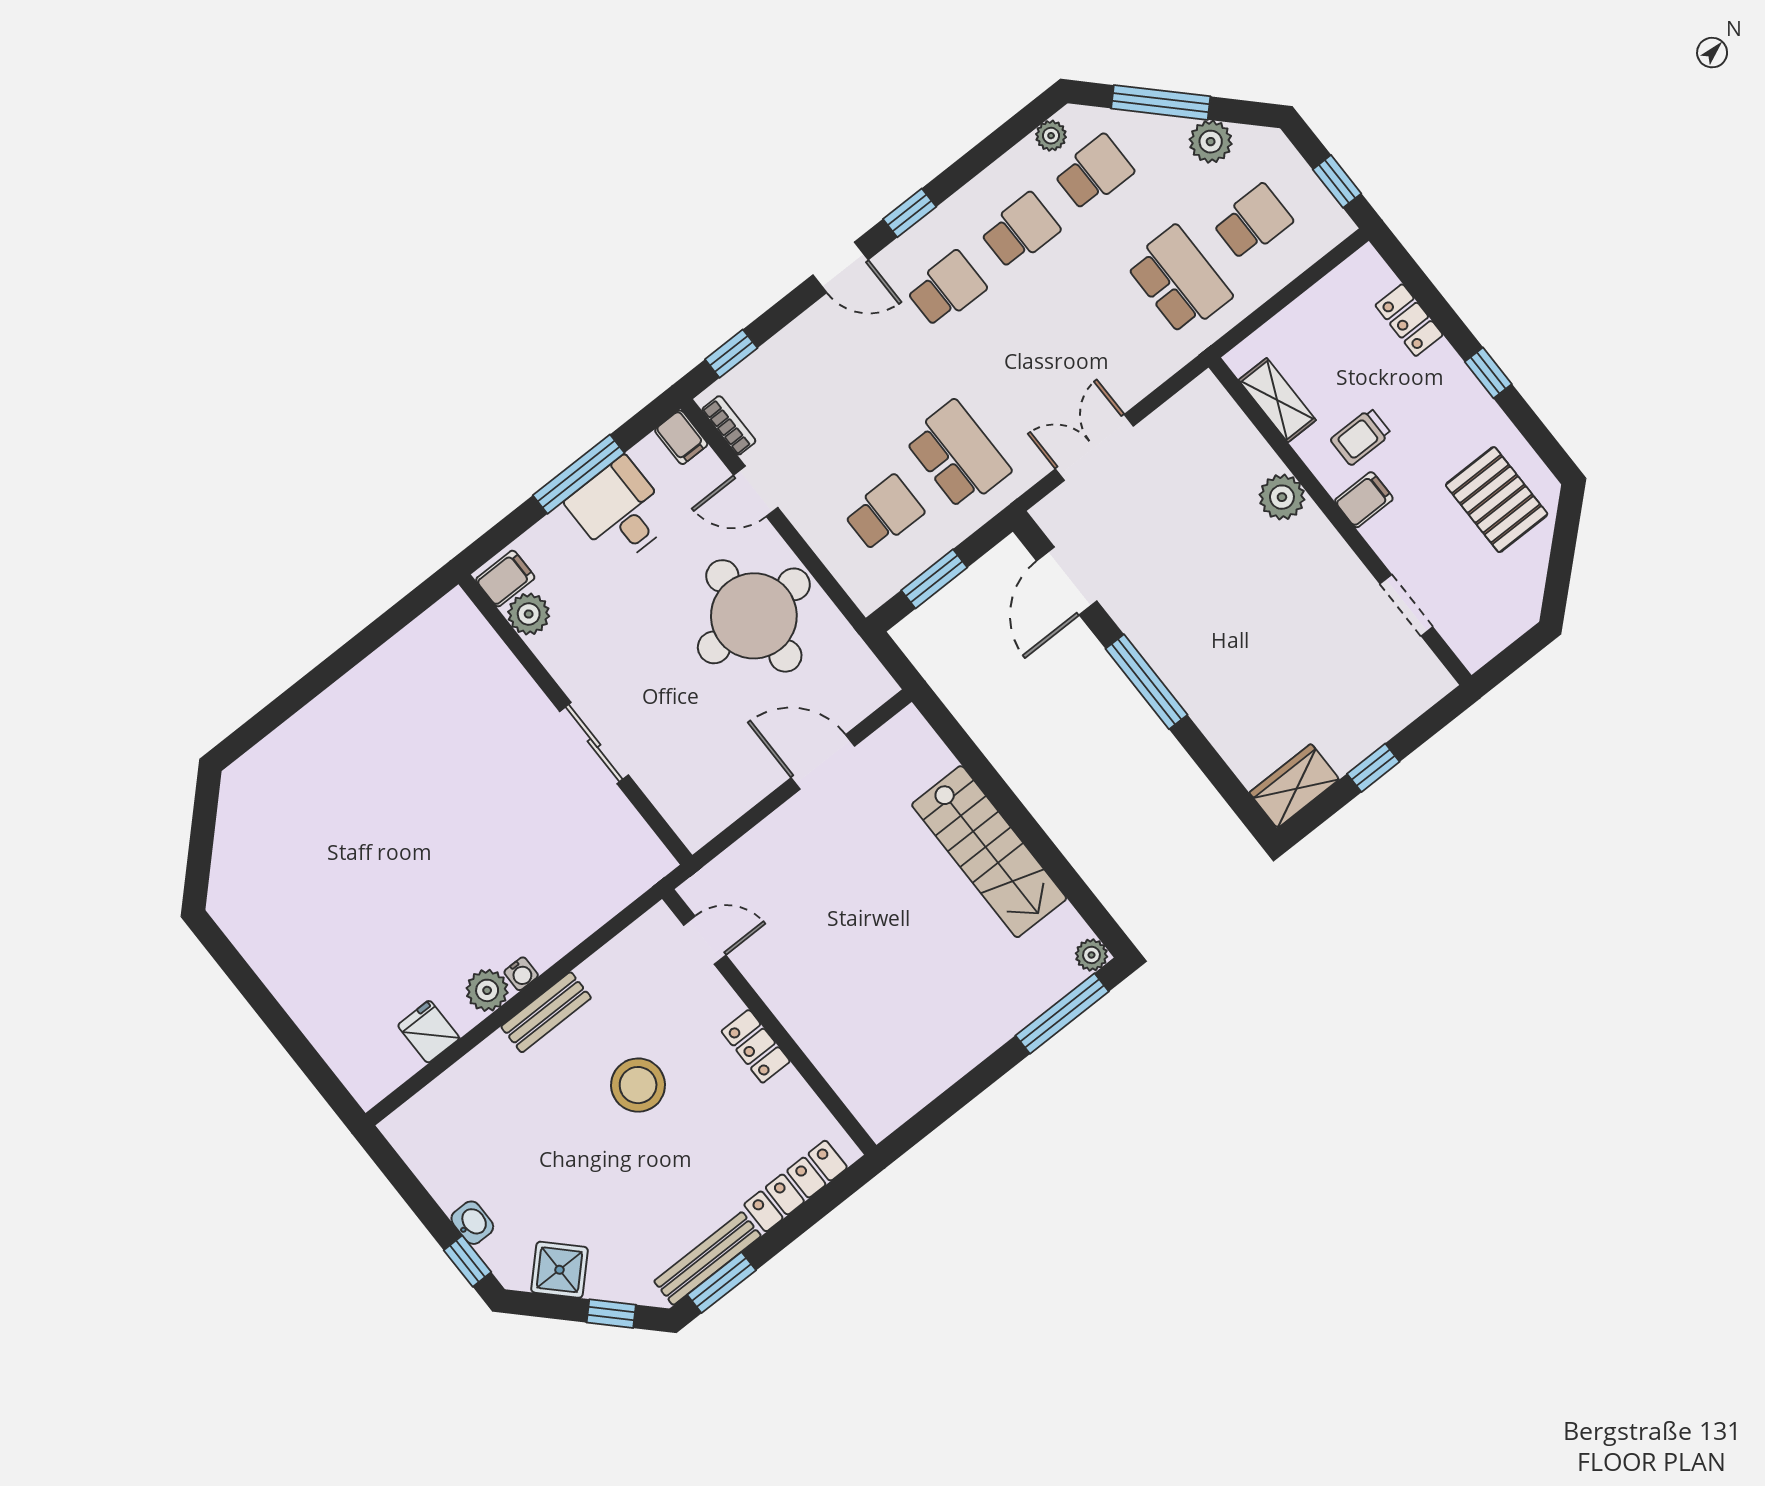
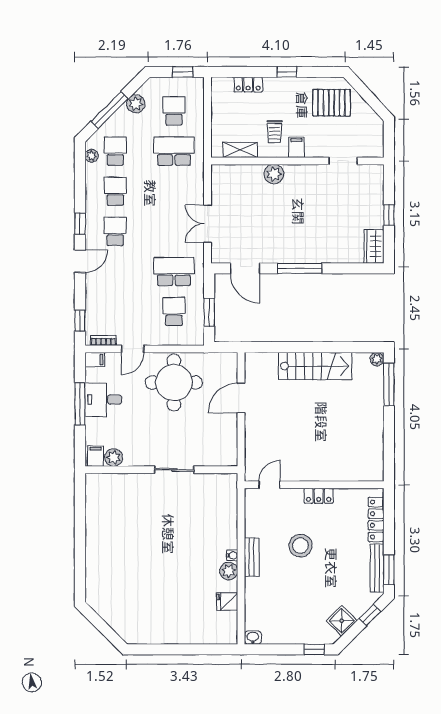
washbasin: (472, 1223) -> (253, 638), moved

